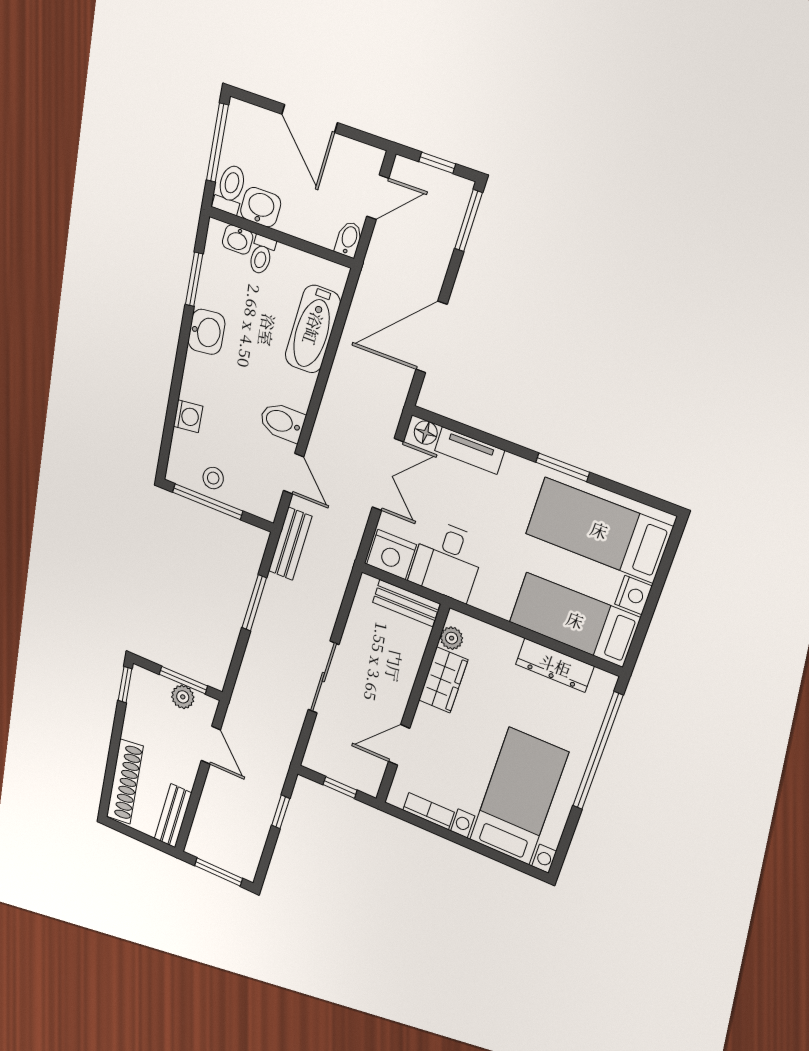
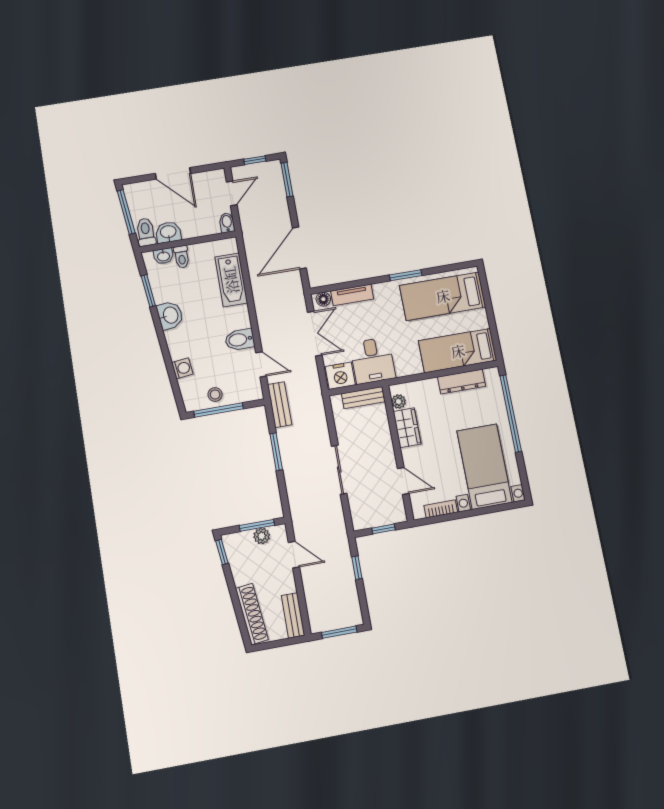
nightstand: (633, 595) -> (480, 319), removed
door: (399, 745) -> (403, 481), swing flipped

